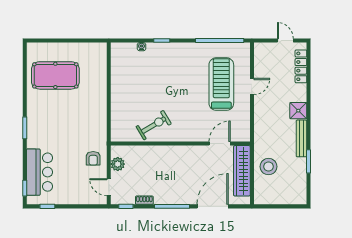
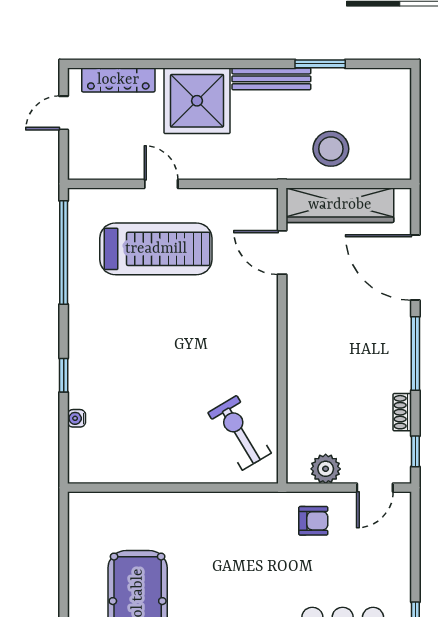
treadmill: (221, 84) -> (156, 249), turned 180
shower: (298, 111) -> (197, 101), width x1.86, depth x1.86
exercise bike: (154, 125) -> (240, 433), moved

